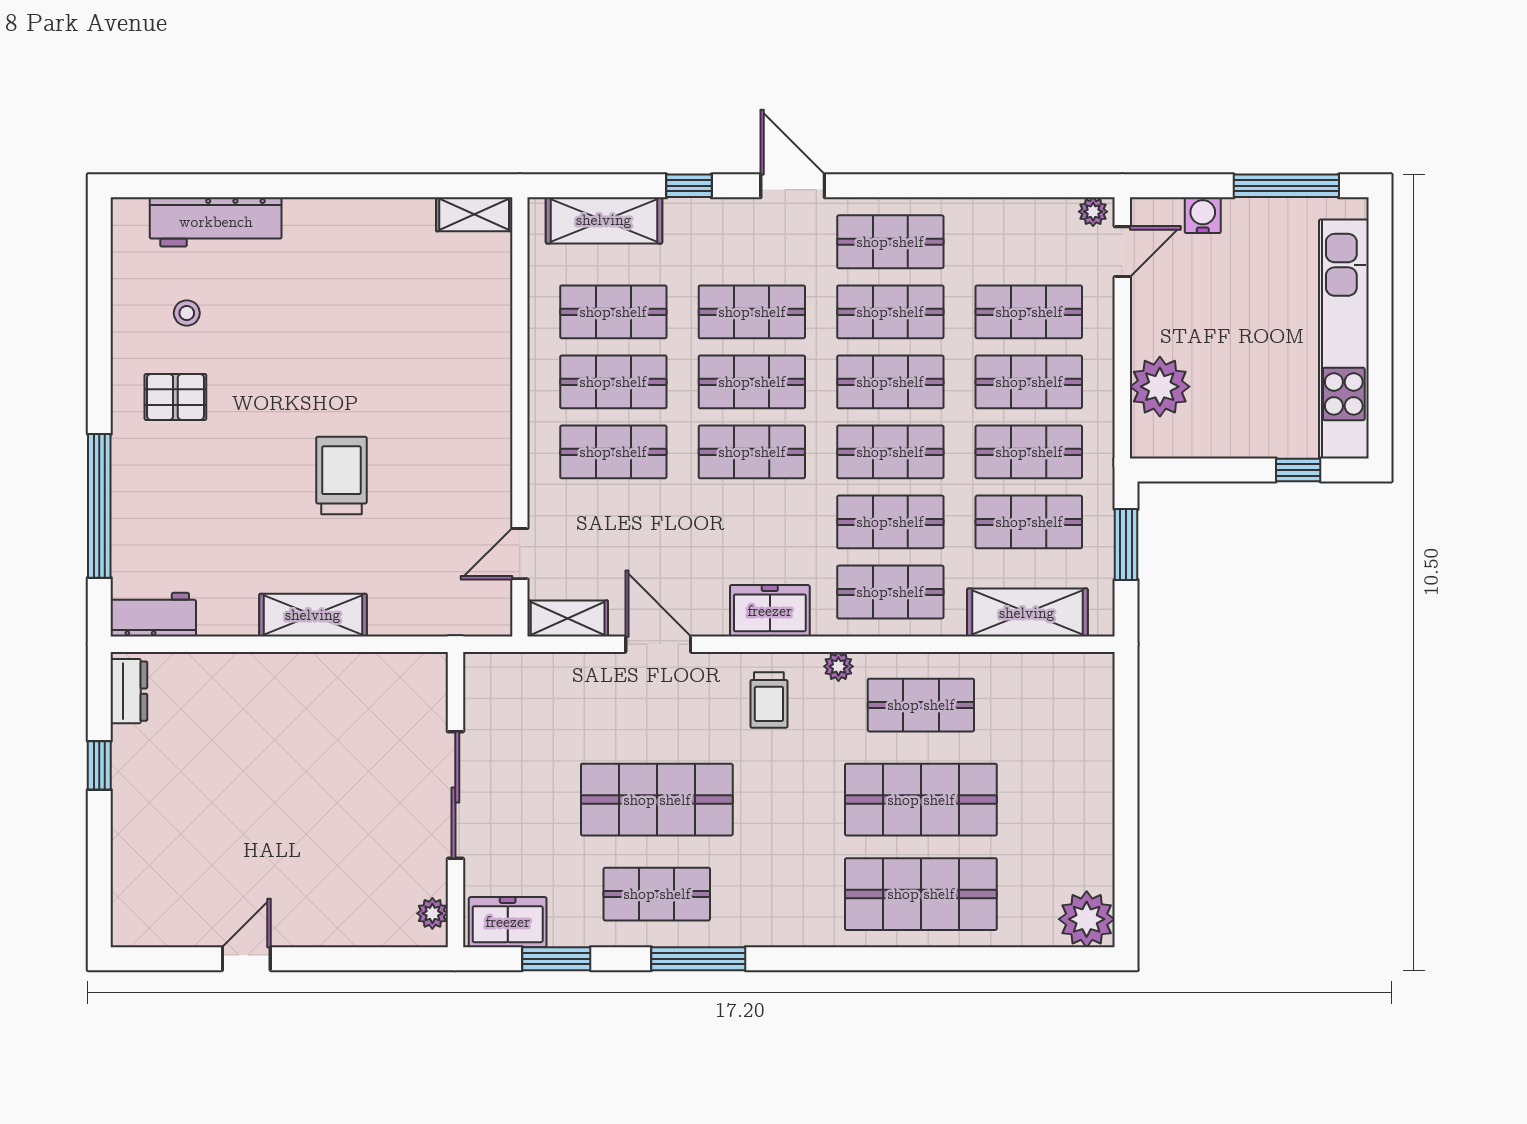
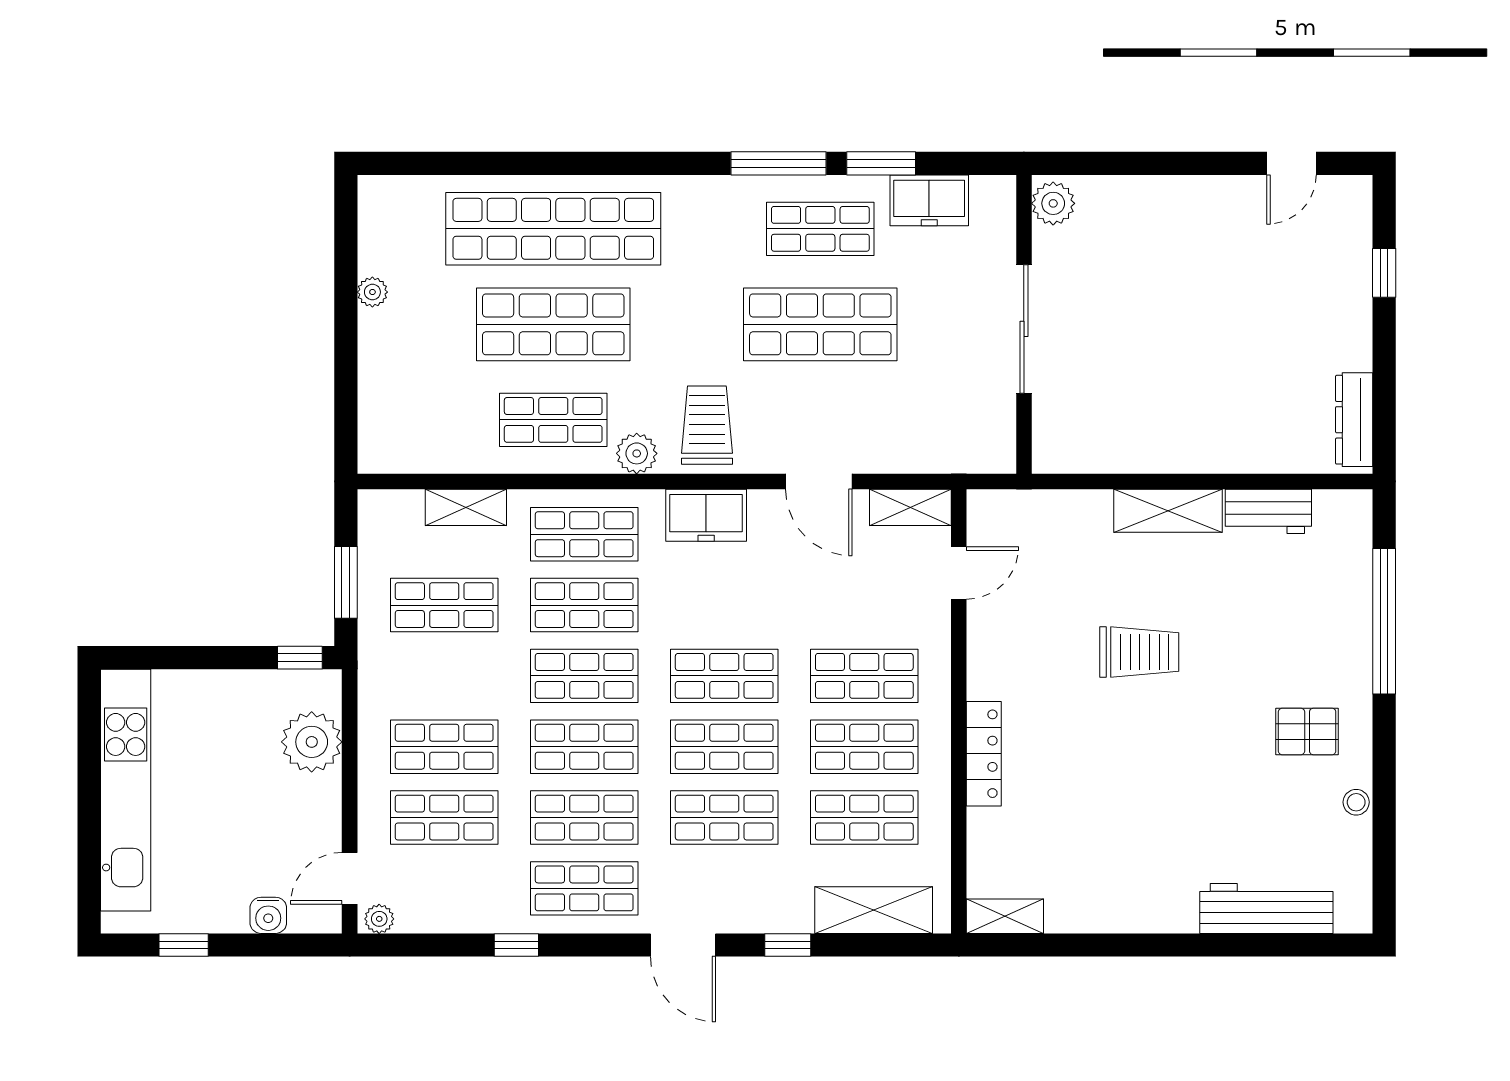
window: (957, 186) -> (516, 945), added
window: (1286, 186) -> (184, 945), width x0.46
stool: (187, 313) -> (1356, 802), moved
locker: (495, 375) -> (984, 754), added
shop shelf: (1029, 452) -> (444, 676), removed
window: (1298, 470) -> (300, 658), moved
trolley: (341, 476) -> (1139, 652), turned -90
shelving: (1027, 613) -> (466, 507), width x0.67, depth x0.75
workbench: (153, 615) -> (1268, 511), moved
plant: (838, 666) -> (637, 453), width x1.38, depth x1.38
dresser: (129, 691) -> (1354, 420), width x1.44
trolley: (769, 700) -> (707, 425), width x1.36, depth x1.39
window: (99, 765) -> (1384, 273), moved
shop shelf: (921, 894) -> (553, 229), width x1.40
plant: (432, 913) -> (1053, 203), width x1.38, depth x1.38
plant: (1087, 919) -> (372, 292), moved, width x0.53, depth x0.53
freezer: (508, 922) -> (929, 200), moved
door: (246, 959) -> (1291, 163), moved
window: (556, 959) -> (881, 163), moved

